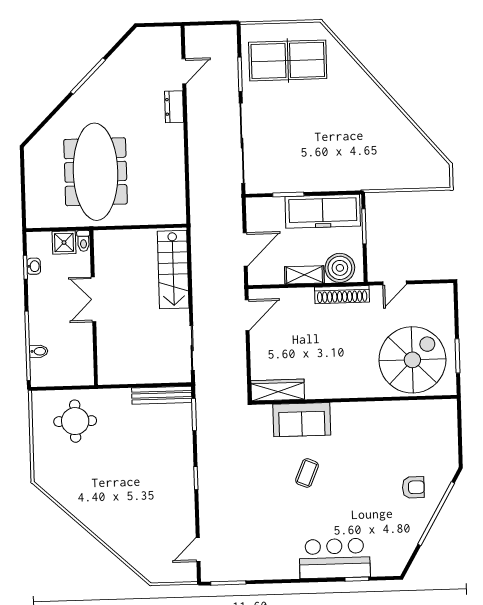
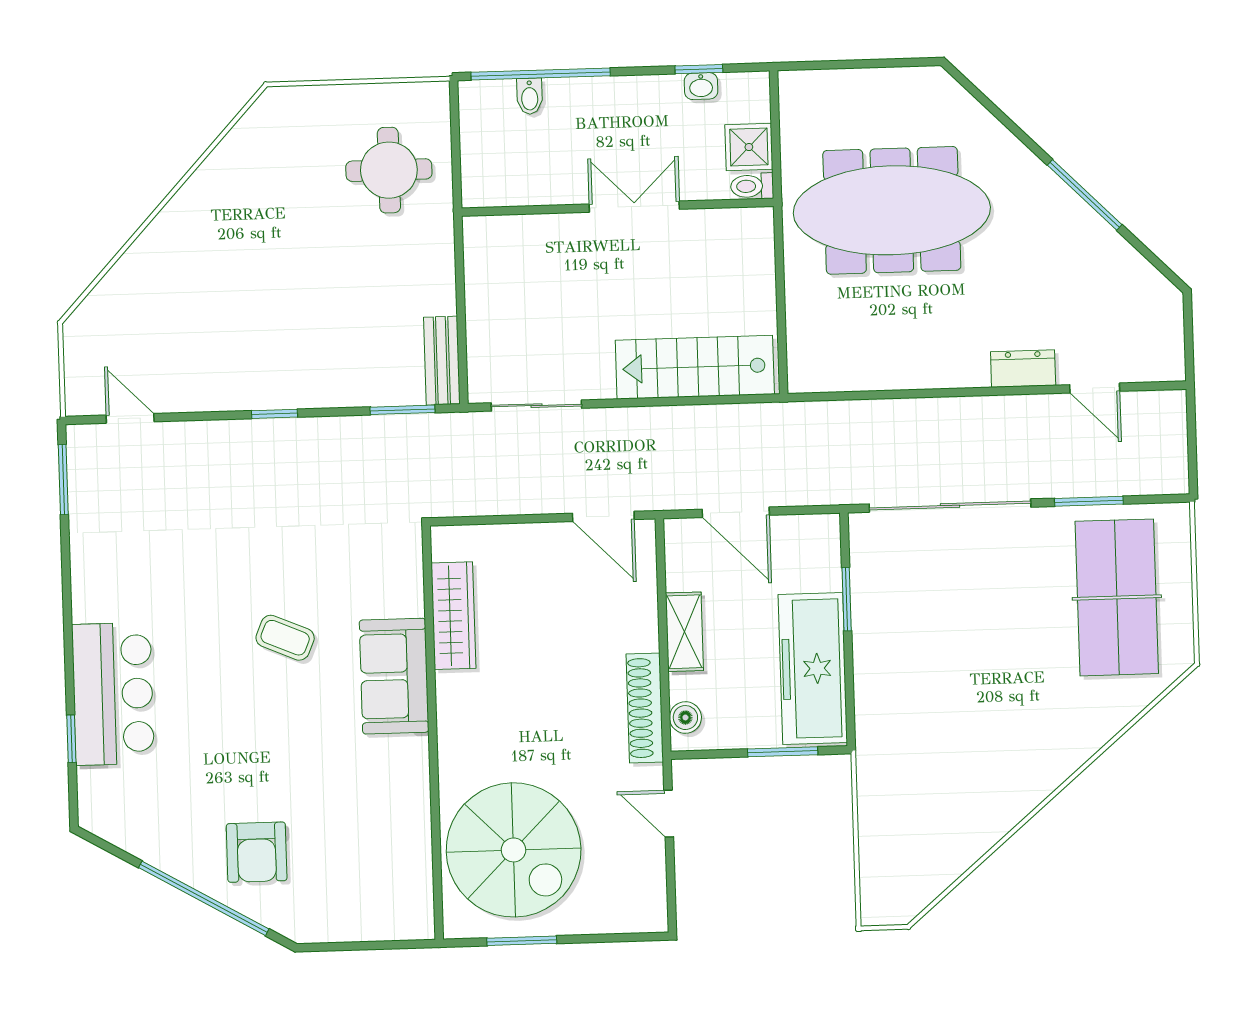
boiler: (340, 268) -> (685, 718), width x0.54, depth x0.54
wardrobe: (278, 390) -> (453, 616), moved
bench: (162, 395) -> (442, 361), width x0.73
sofa: (302, 420) -> (394, 676), moved
armchair: (413, 487) -> (257, 852), width x1.38, depth x1.38

